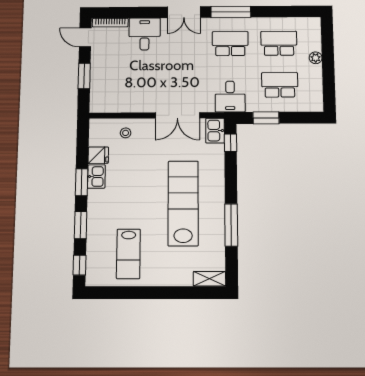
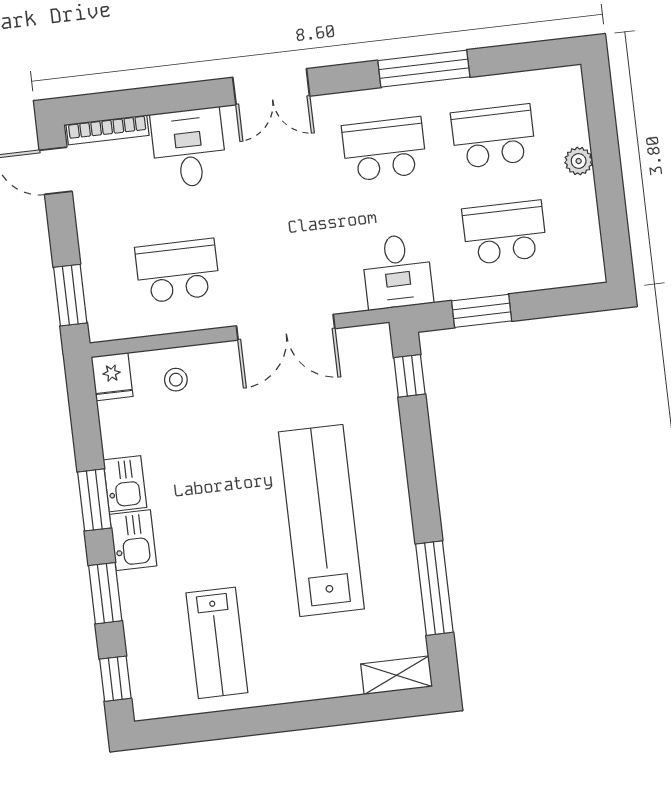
window: (231, 12) -> (424, 69), moved
window: (84, 76) -> (70, 295), moved
school desk: (133, 86) -> (177, 271), added
kitchen sink: (215, 131) -> (133, 540), moved, turned 180
fridge: (98, 155) -> (112, 377), moved, turned 90
window: (231, 225) -> (434, 588), moved

